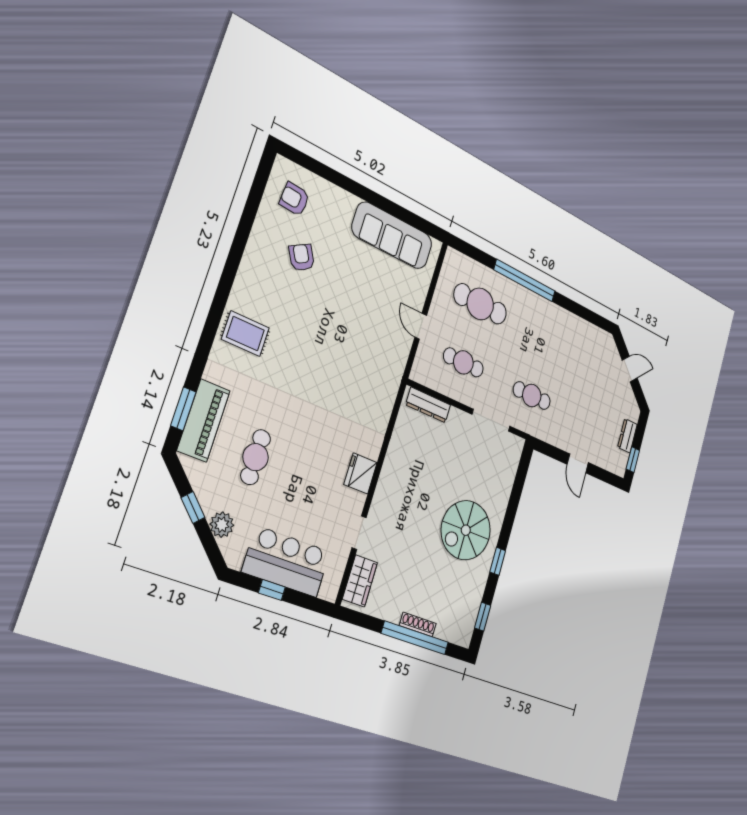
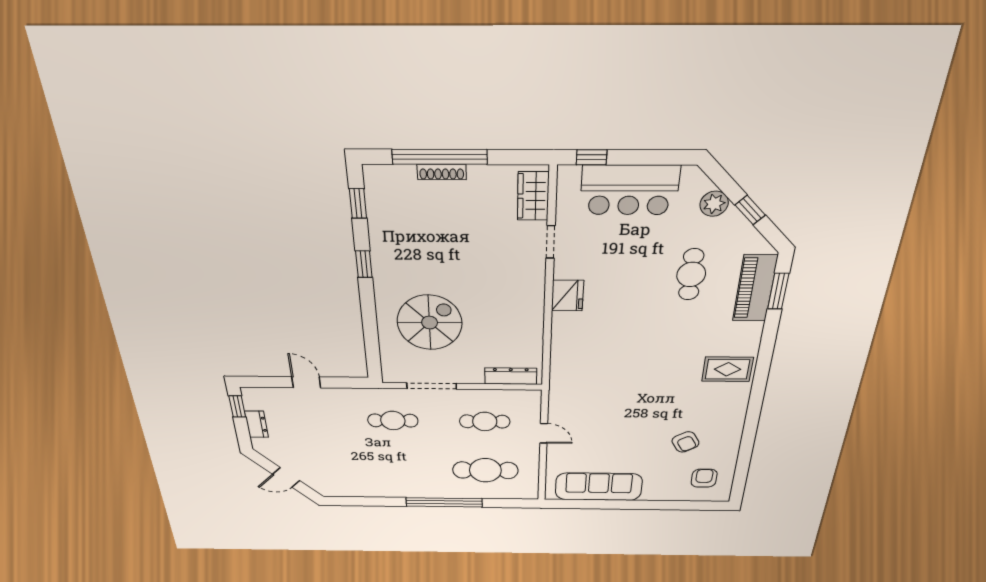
armchair: (294, 199) -> (704, 478), turned -94
spiral stairs: (466, 530) -> (430, 323), moved
window: (272, 590) -> (592, 157), moved

